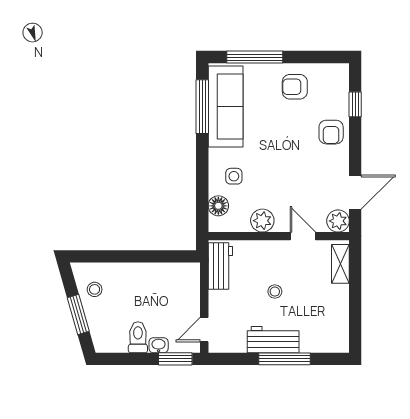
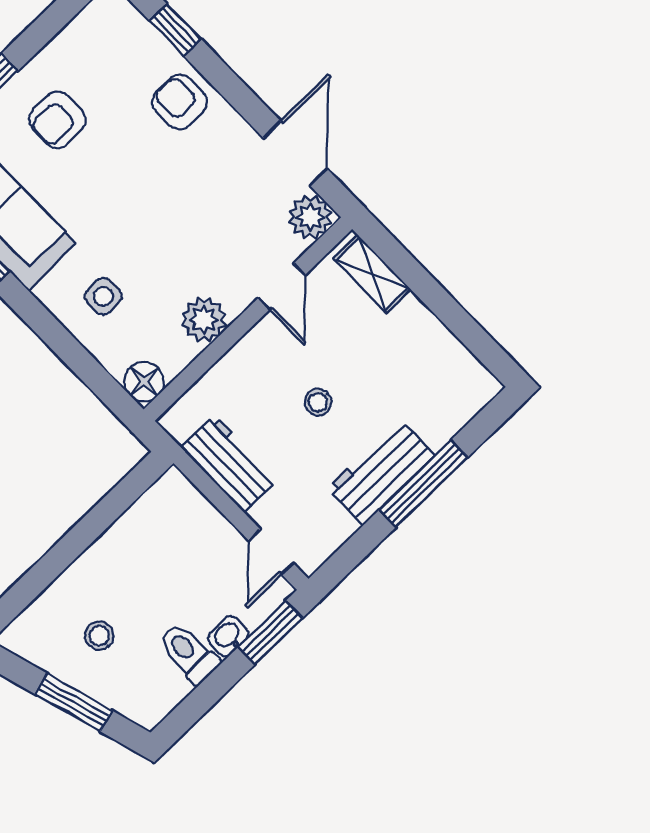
armchair: (295, 87) -> (57, 120), moved
armchair: (331, 132) -> (179, 102), turned 180
floor lamp: (218, 206) -> (144, 382), moved
door: (303, 236) -> (282, 286), swing flipped
workbench: (220, 266) -> (229, 464), moved
stool: (95, 289) -> (99, 636), moved

